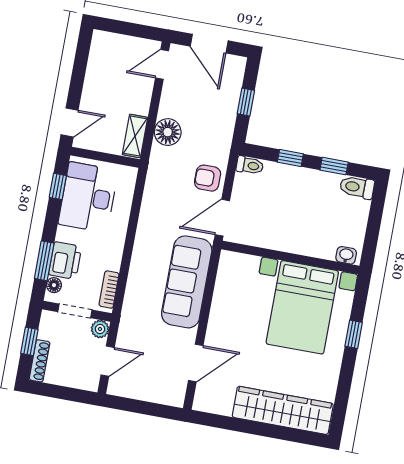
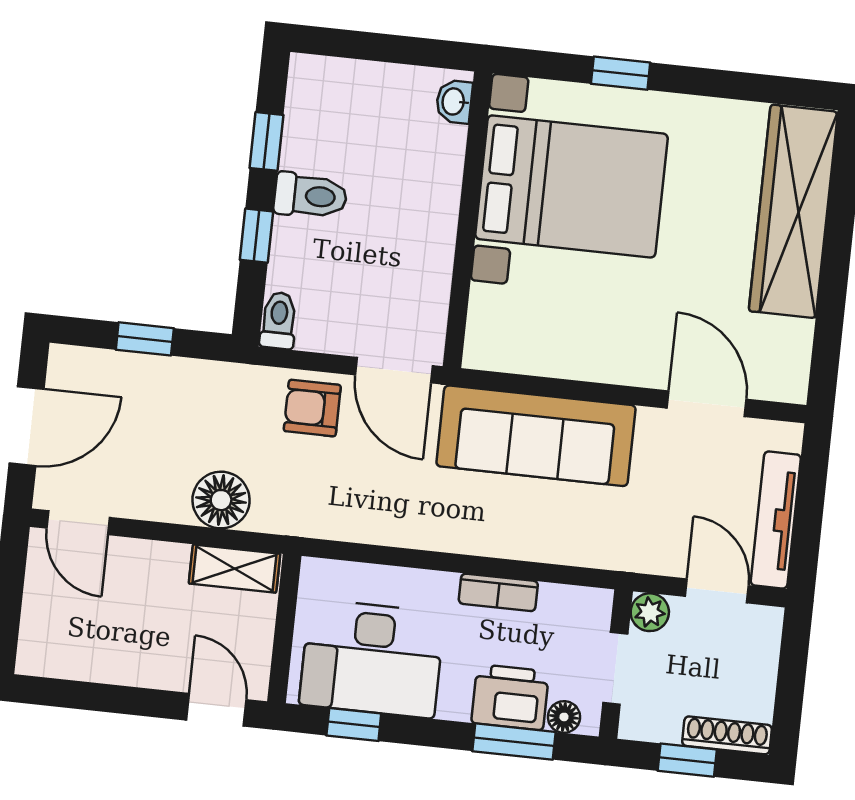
armchair: (208, 178) -> (312, 408), turned 90
toilet: (357, 187) -> (310, 196), moved, turned -90
bookcase: (109, 290) -> (498, 592), moved
tv unit: (139, 391) -> (776, 520), added

